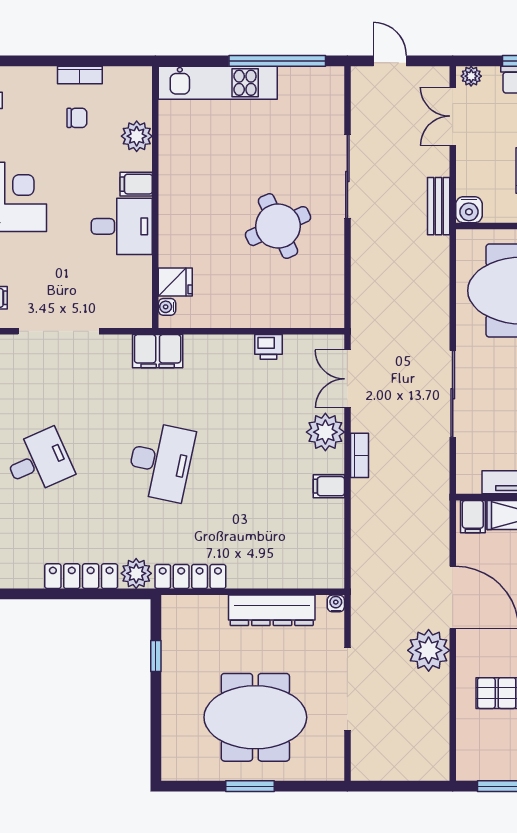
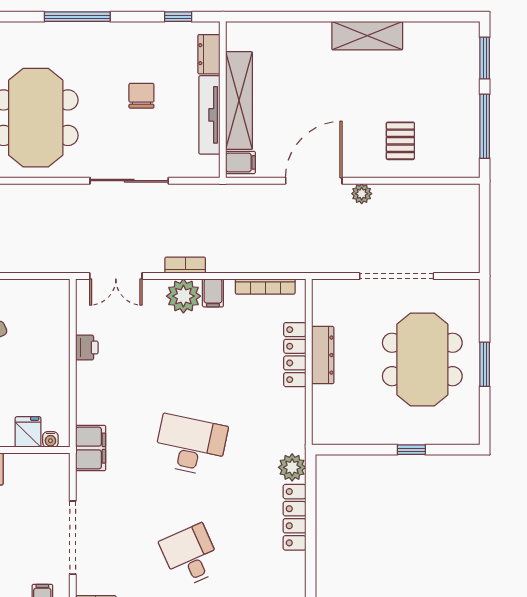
plant: (325, 432) -> (183, 296), moved
bookcase: (336, 544) -> (265, 287), added
locker: (190, 576) -> (295, 355), moved
water cooler: (336, 603) -> (319, 287), removed
dresser: (272, 610) -> (323, 355), width x0.73, depth x0.80
plant: (429, 650) -> (362, 194), width x0.53, depth x0.53
window: (156, 656) -> (411, 450), moved

